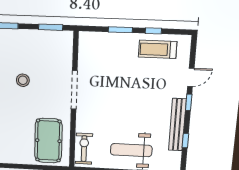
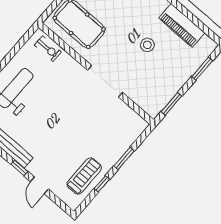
exercise bike: (84, 149) -> (48, 49), width x0.73, depth x0.72

